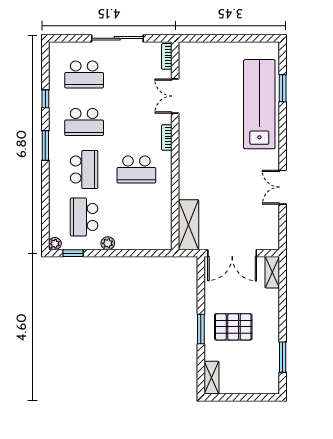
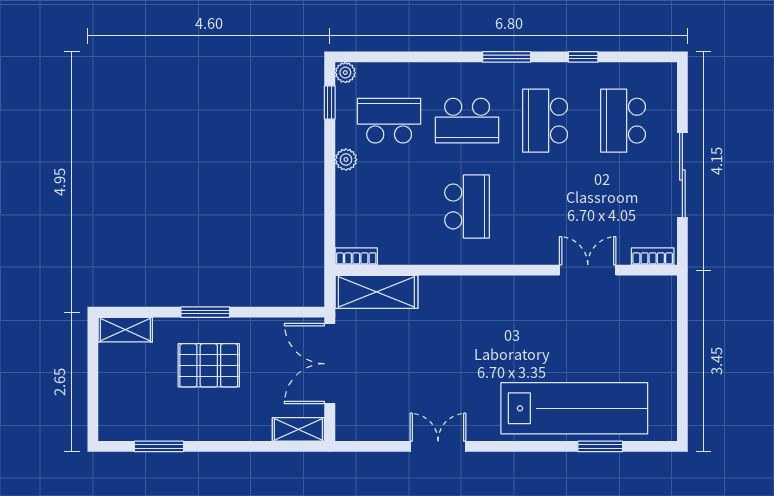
bookcase: (167, 137) -> (356, 256), moved
school desk: (136, 169) -> (467, 206), turned 180
pallet: (233, 327) -> (209, 365), turned 90

